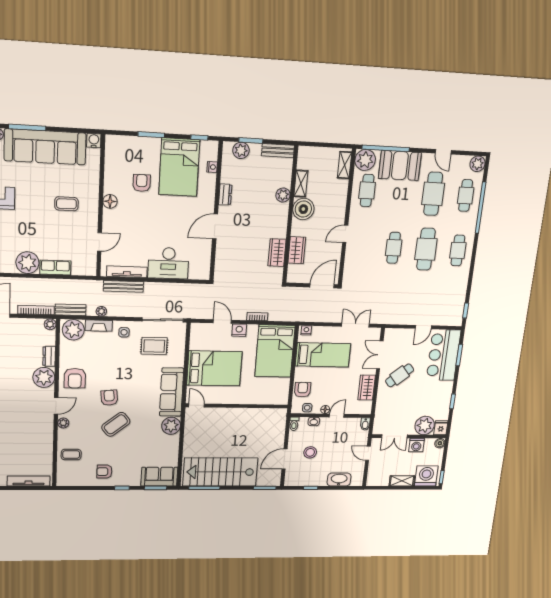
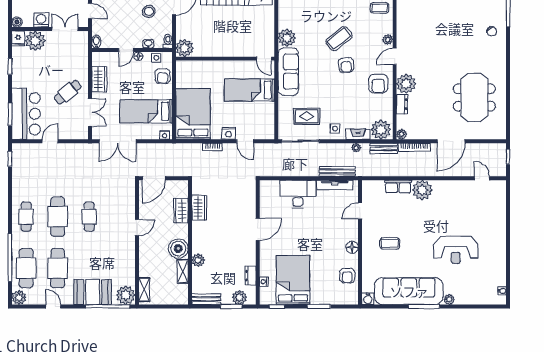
armchair: (142, 183) -> (347, 276), moved
cafe table: (367, 190) -> (121, 268), removed
dresser: (225, 195) -> (251, 276), moved
cafe table: (466, 195) -> (26, 268), width x1.37, depth x1.35
double door: (355, 325) -> (118, 141), width x1.37
bed: (214, 368) -> (249, 90), width x0.67
armchair: (75, 378) -> (378, 84), turned 180
plant: (278, 417) -> (185, 48), added

